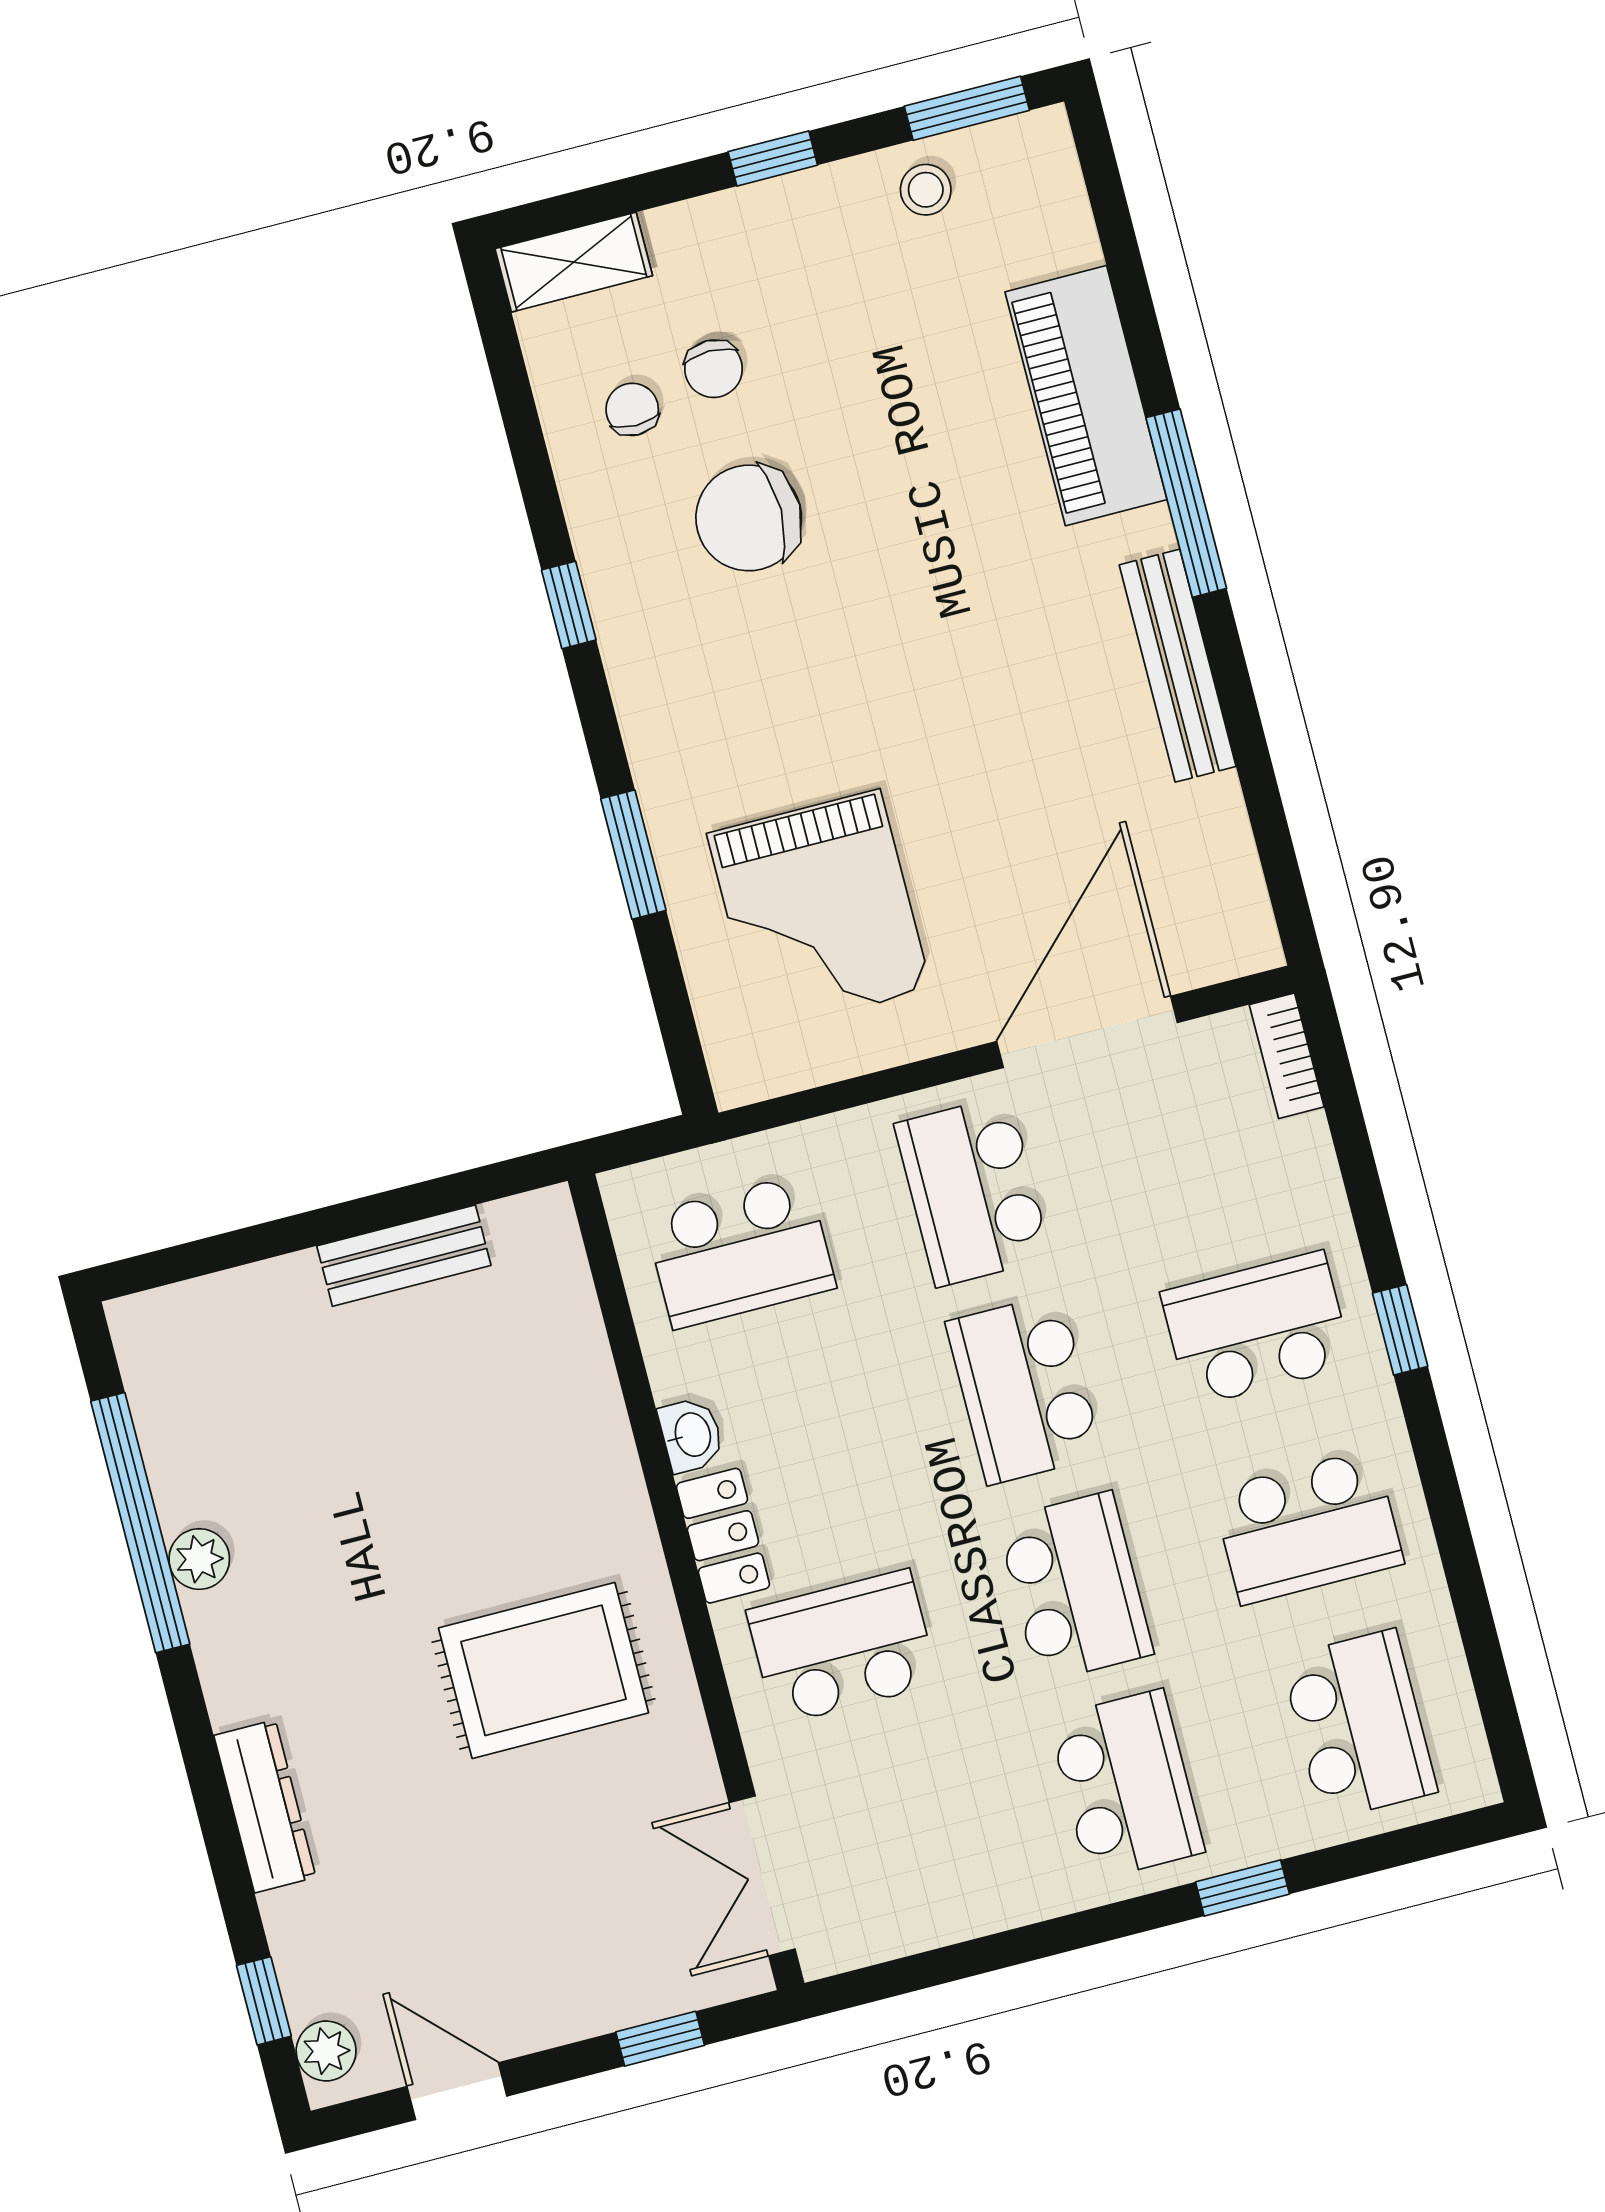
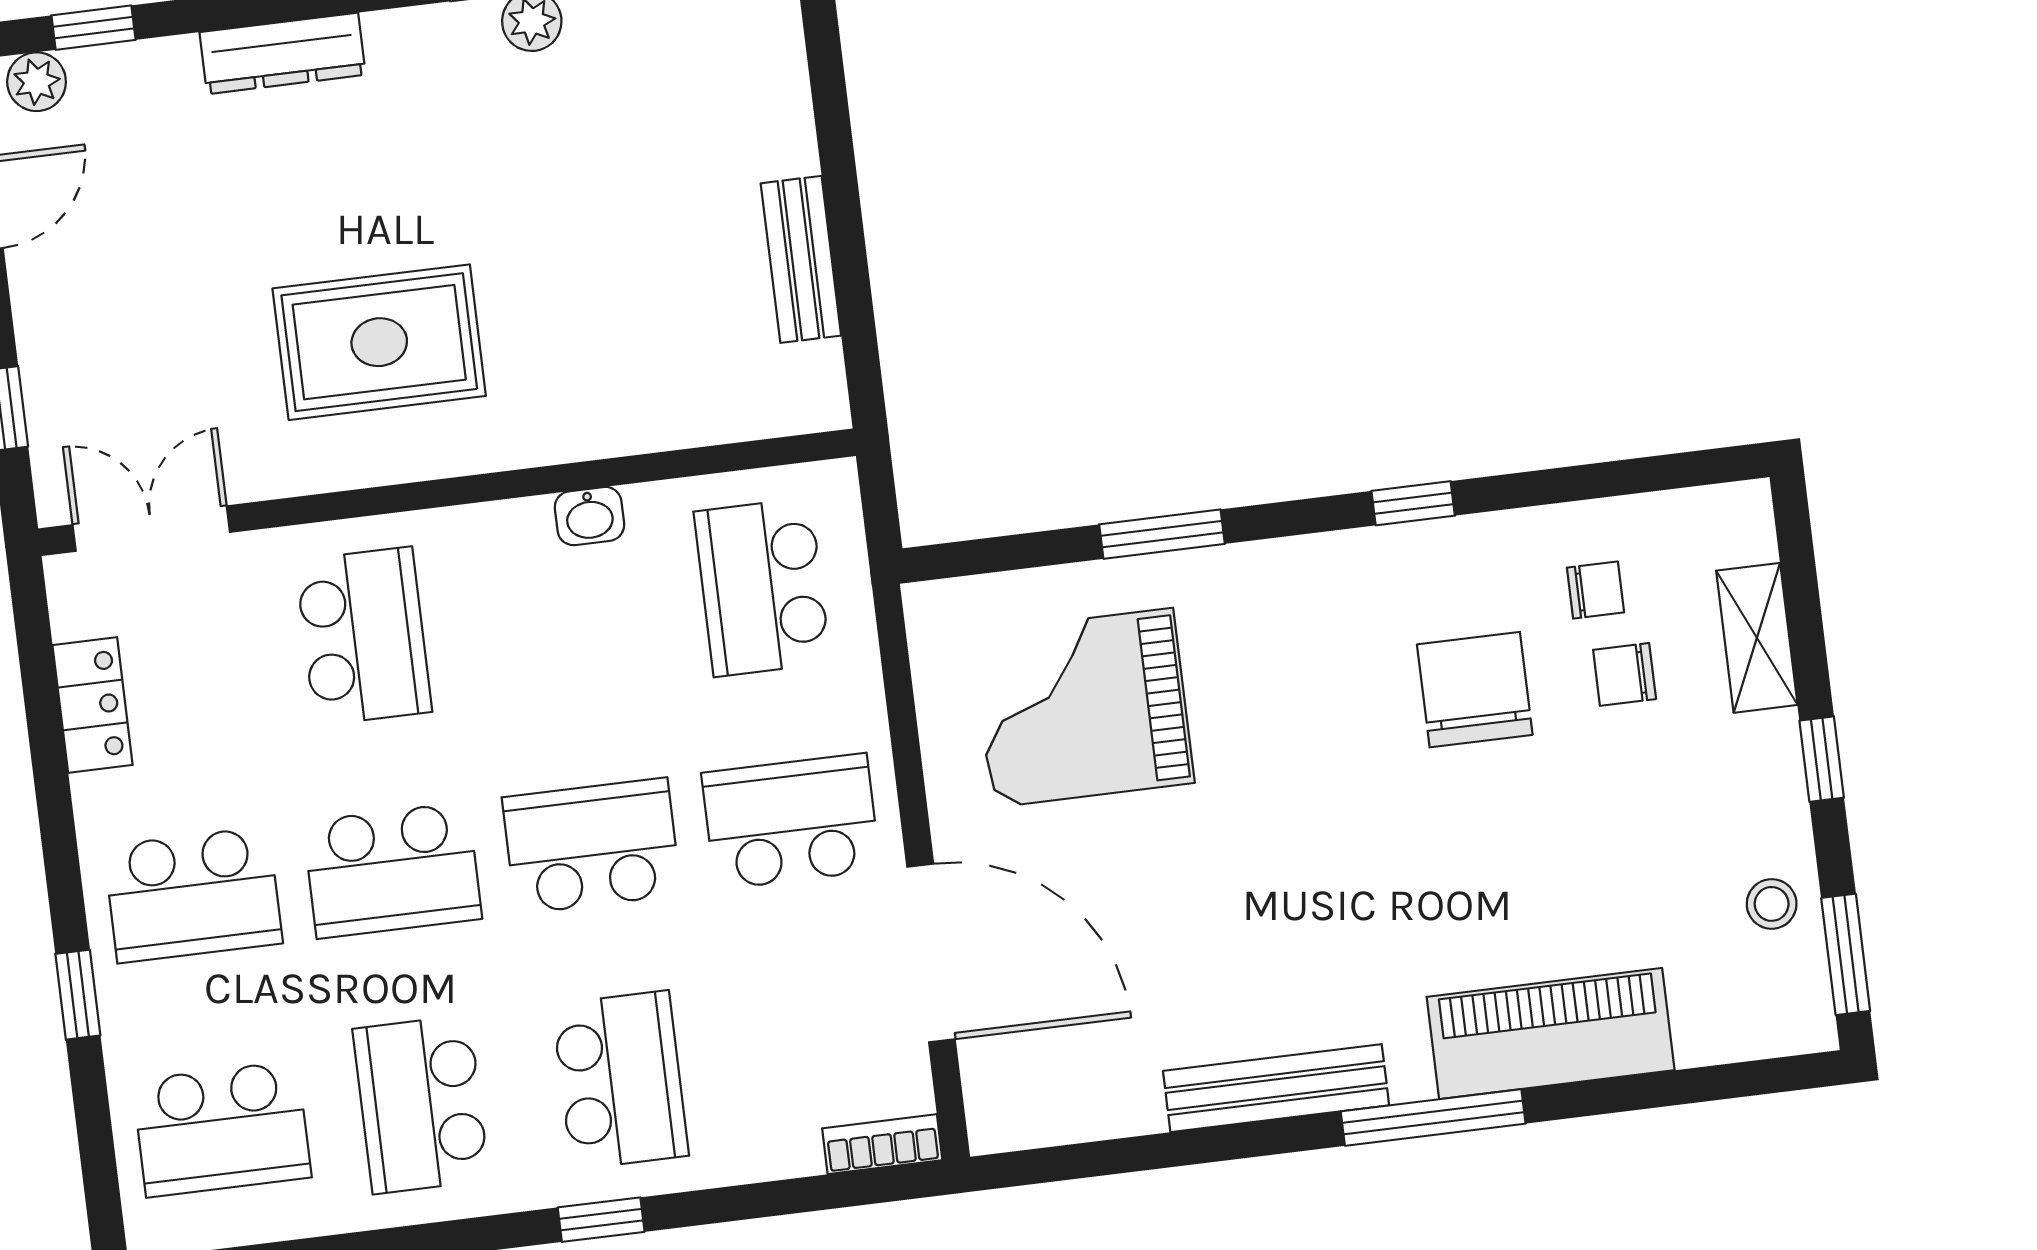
shelving: (574, 262) -> (1757, 638), moved
locker: (723, 1536) -> (93, 705), moved, turned -90
rug: (544, 1670) -> (379, 342), turned 90

